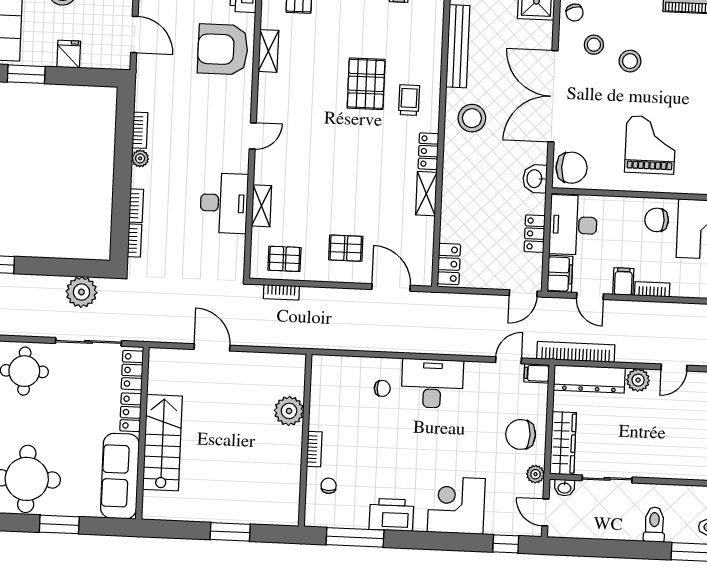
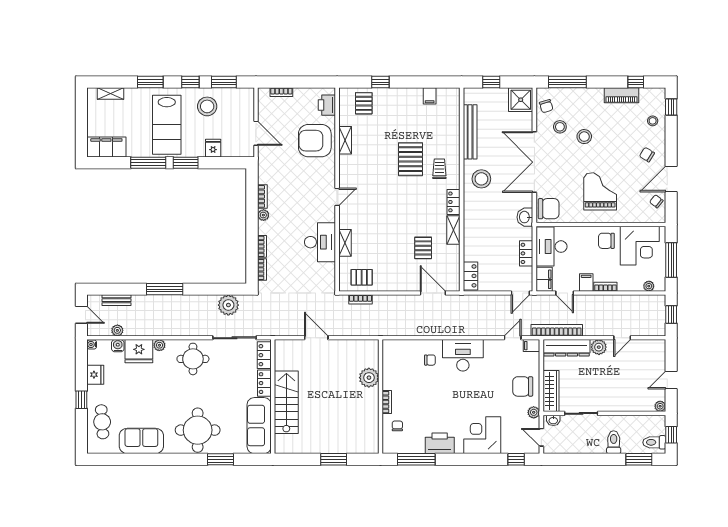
pallet: (346, 248) -> (423, 248), moved, turned 90

